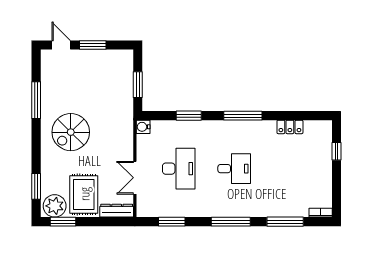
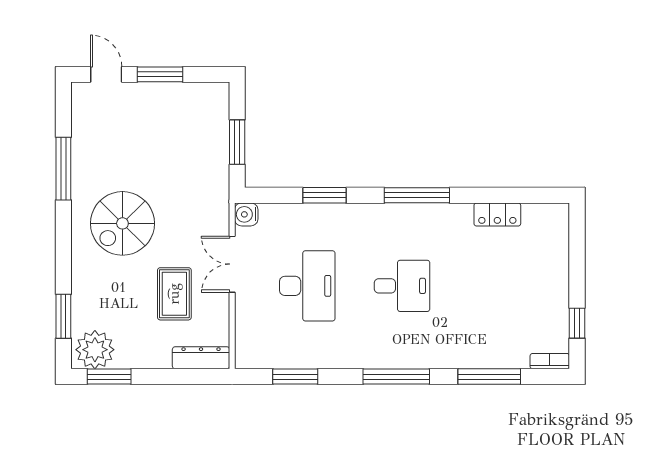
window: (336, 151) -> (577, 323), moved
double door: (135, 178) -> (232, 264), moved
rug: (84, 194) -> (174, 294), moved, width x0.73, depth x0.70

